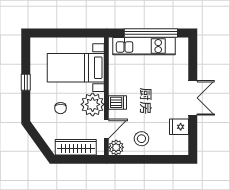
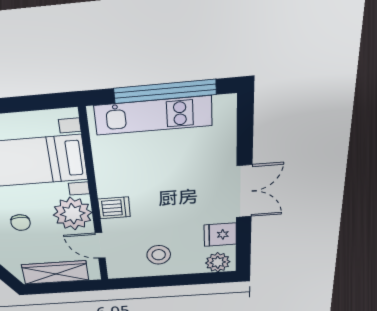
door: (106, 129) -> (100, 245), swing flipped
plant: (116, 147) -> (218, 262), moved

